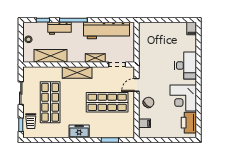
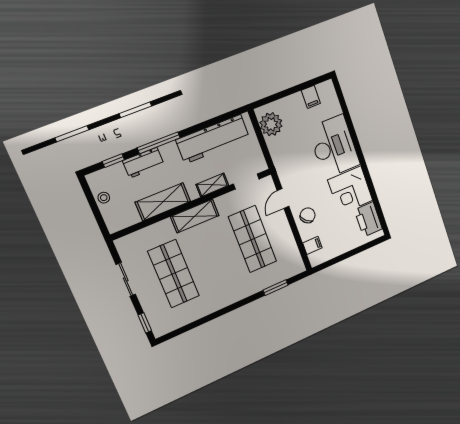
filing cabinet: (192, 29) -> (311, 97), moved
plant: (146, 36) -> (271, 124), added
shelving: (51, 56) -> (163, 202), moved
desk: (186, 66) -> (334, 147), width x1.36, depth x1.30
shop shelf: (107, 102) -> (253, 239), turned 90
trolley: (31, 121) -> (157, 311), removed
freezer: (79, 131) -> (230, 295), removed

